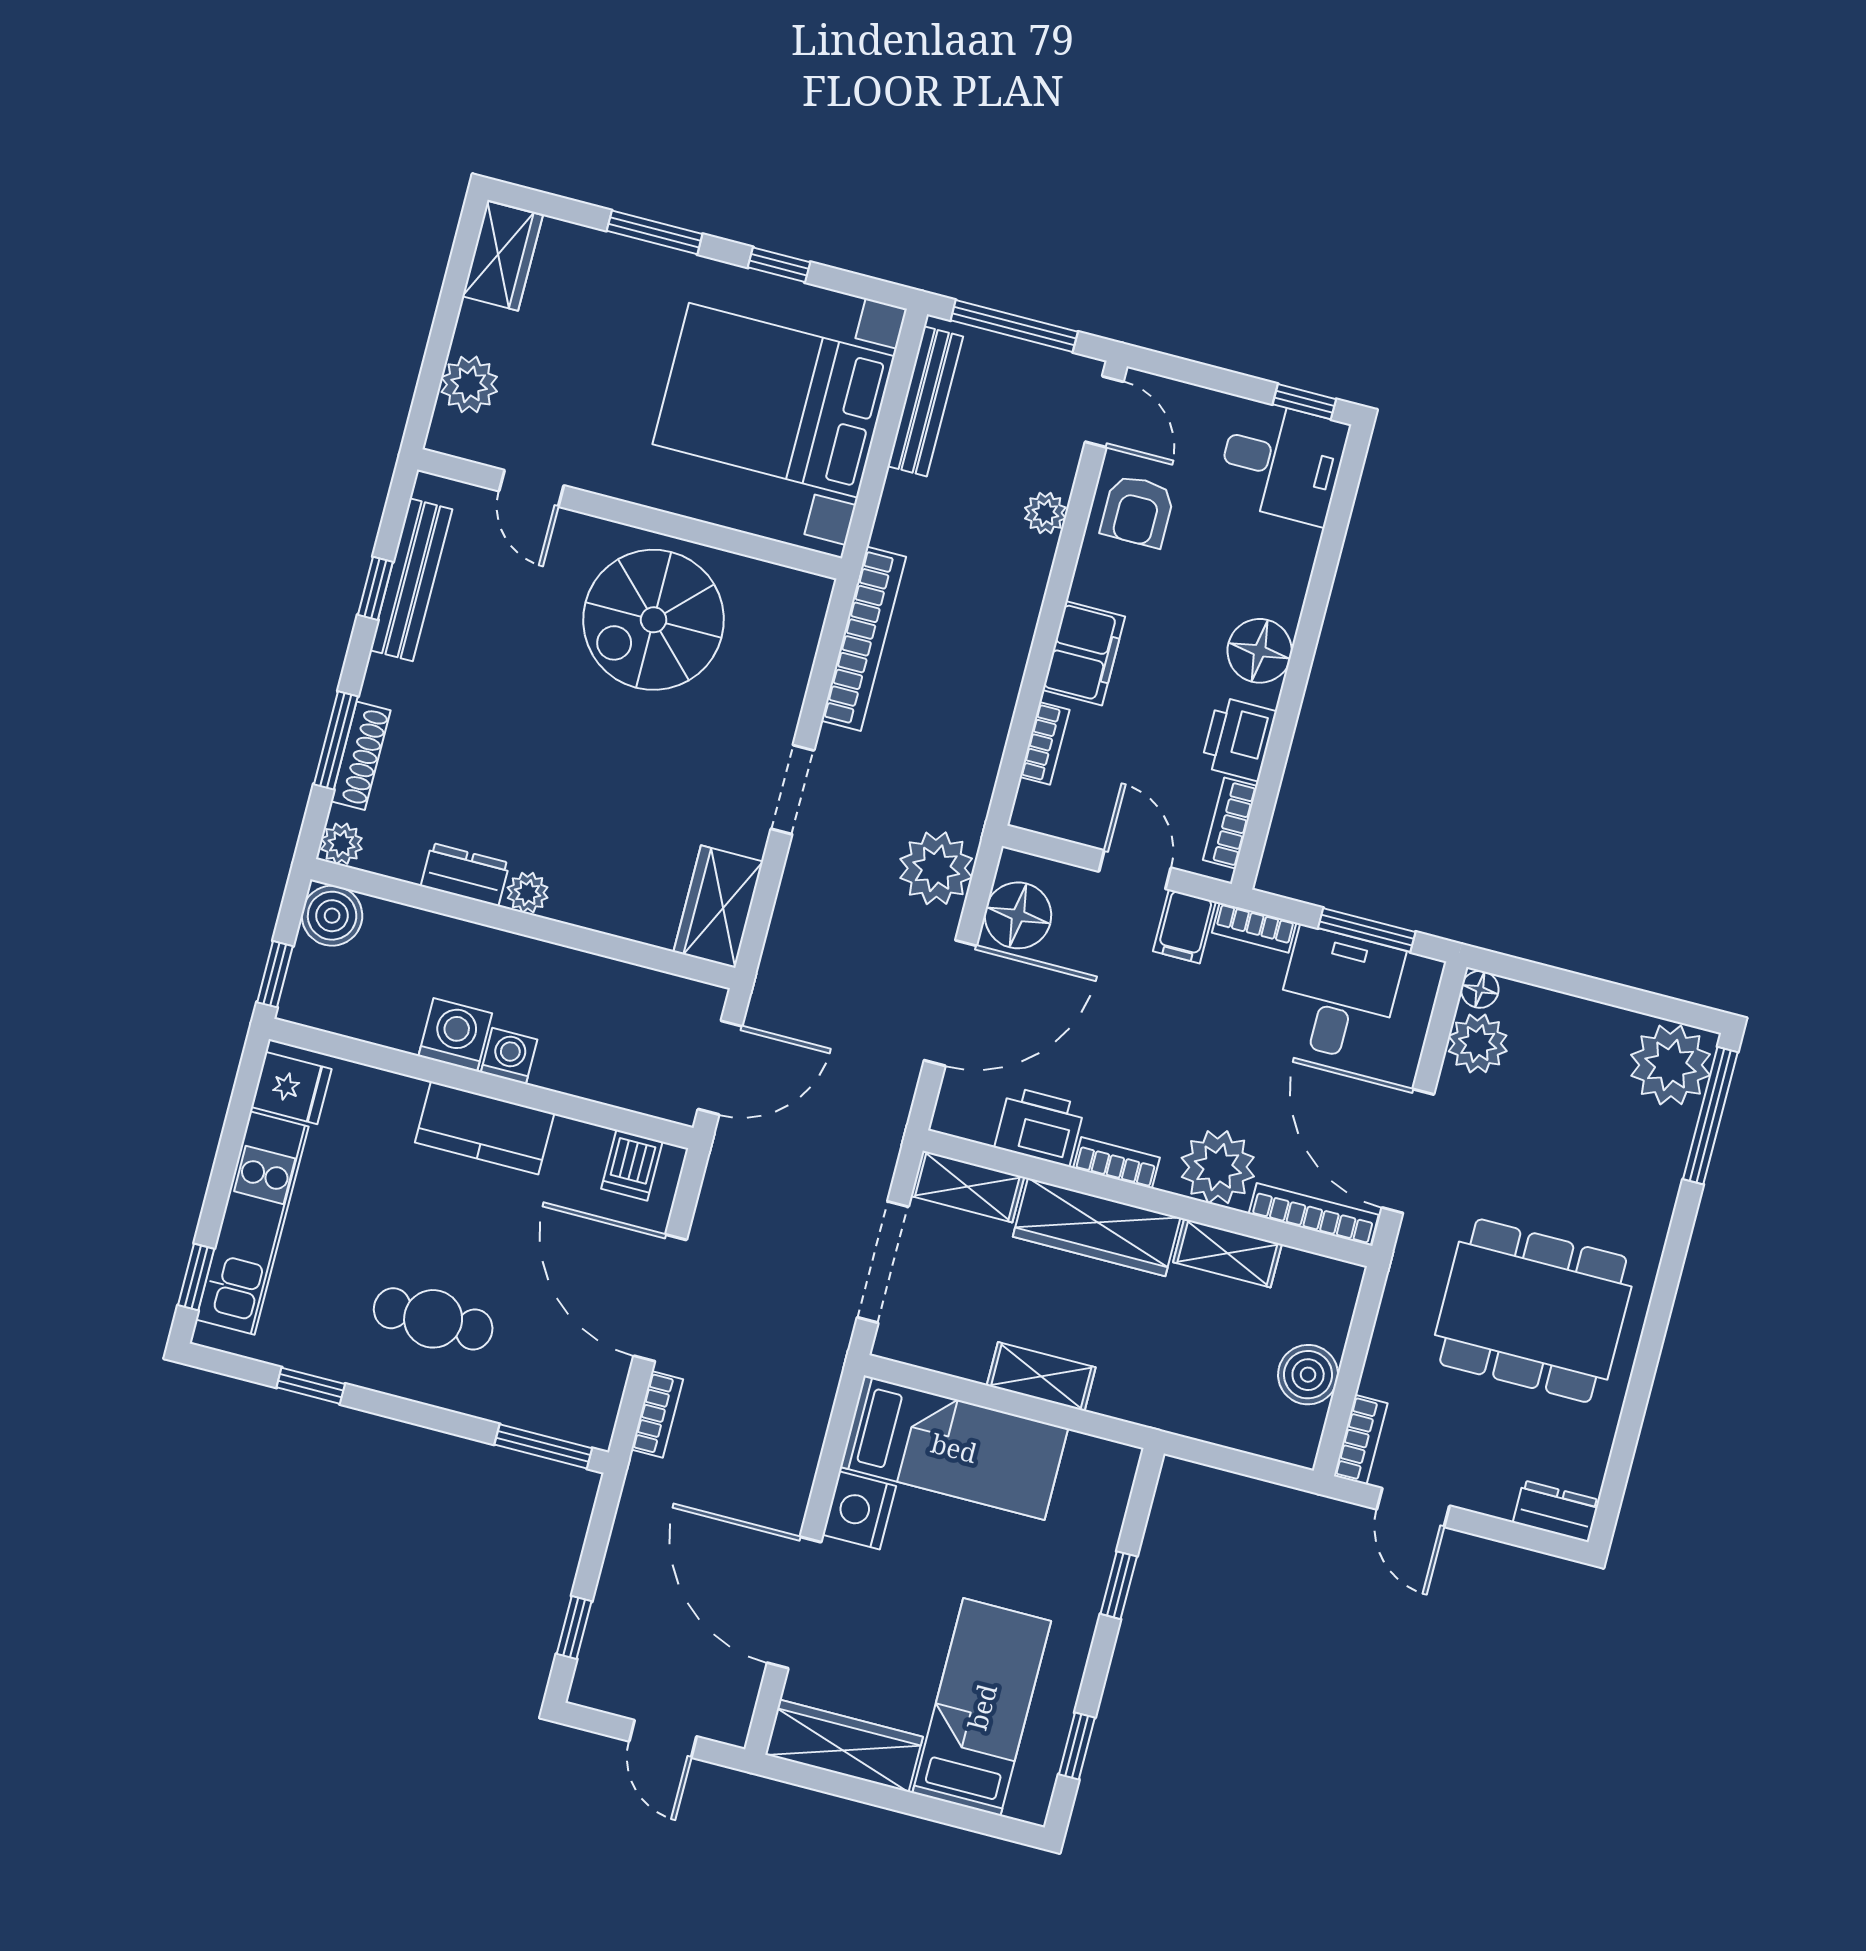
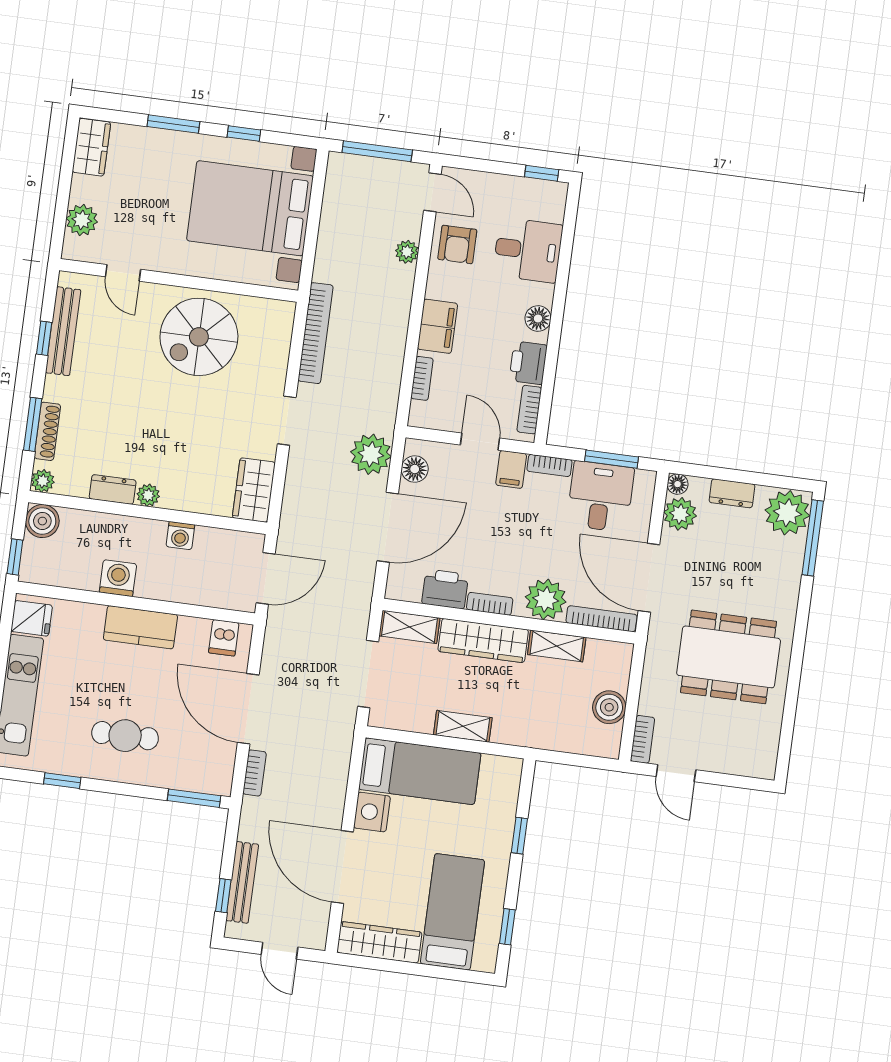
bench: (925, 401) -> (242, 882), moved
desk: (1282, 462) -> (528, 250), moved
floor lamp: (1260, 651) -> (538, 318), width x0.73, depth x0.73
floor lamp: (1018, 915) -> (415, 469), width x0.73, depth x0.73
washing machine: (509, 1056) -> (180, 536), moved, turned 180
dresser: (1556, 1511) -> (732, 493), moved, turned 180

